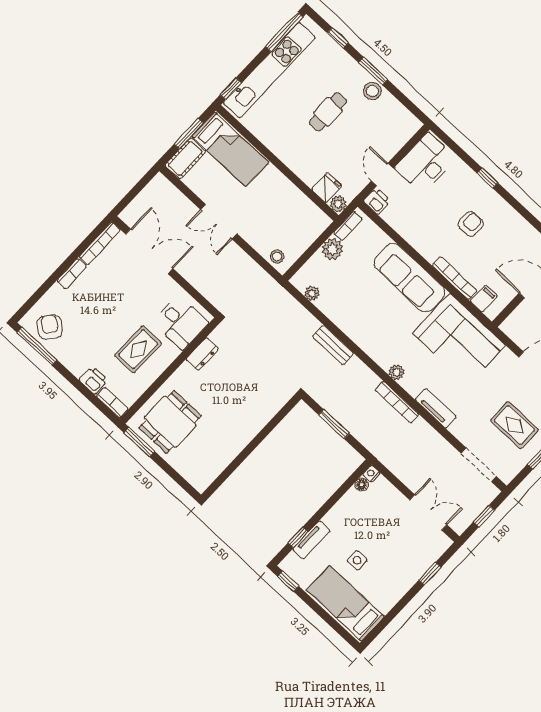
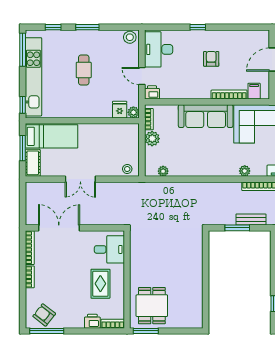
stool: (372, 91) -> (130, 37), moved
bench: (333, 345) -> (251, 220), moved
dresser: (202, 354) -> (136, 255), removed

